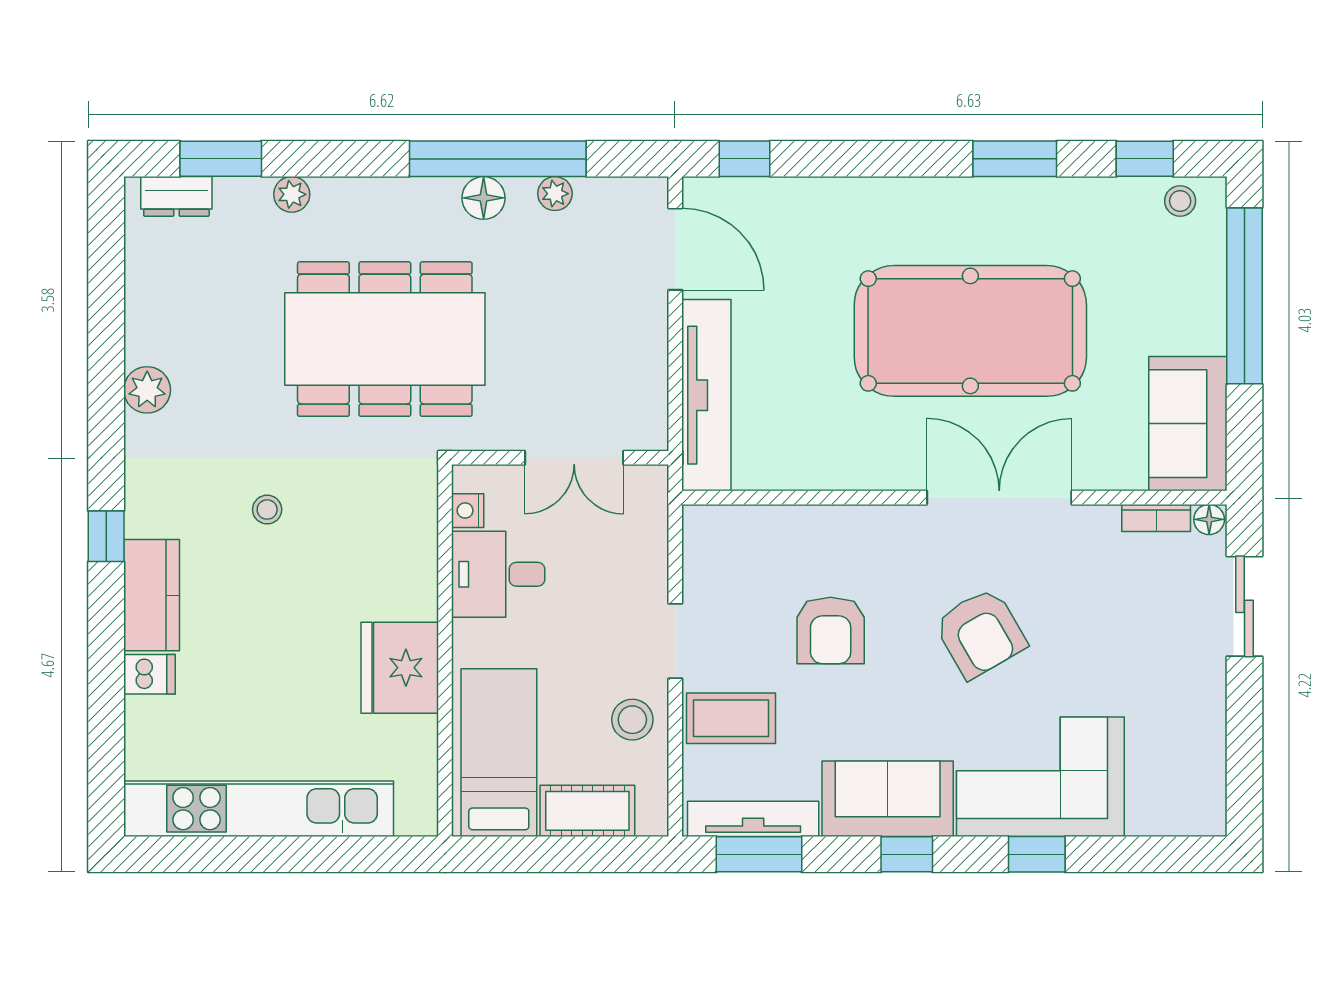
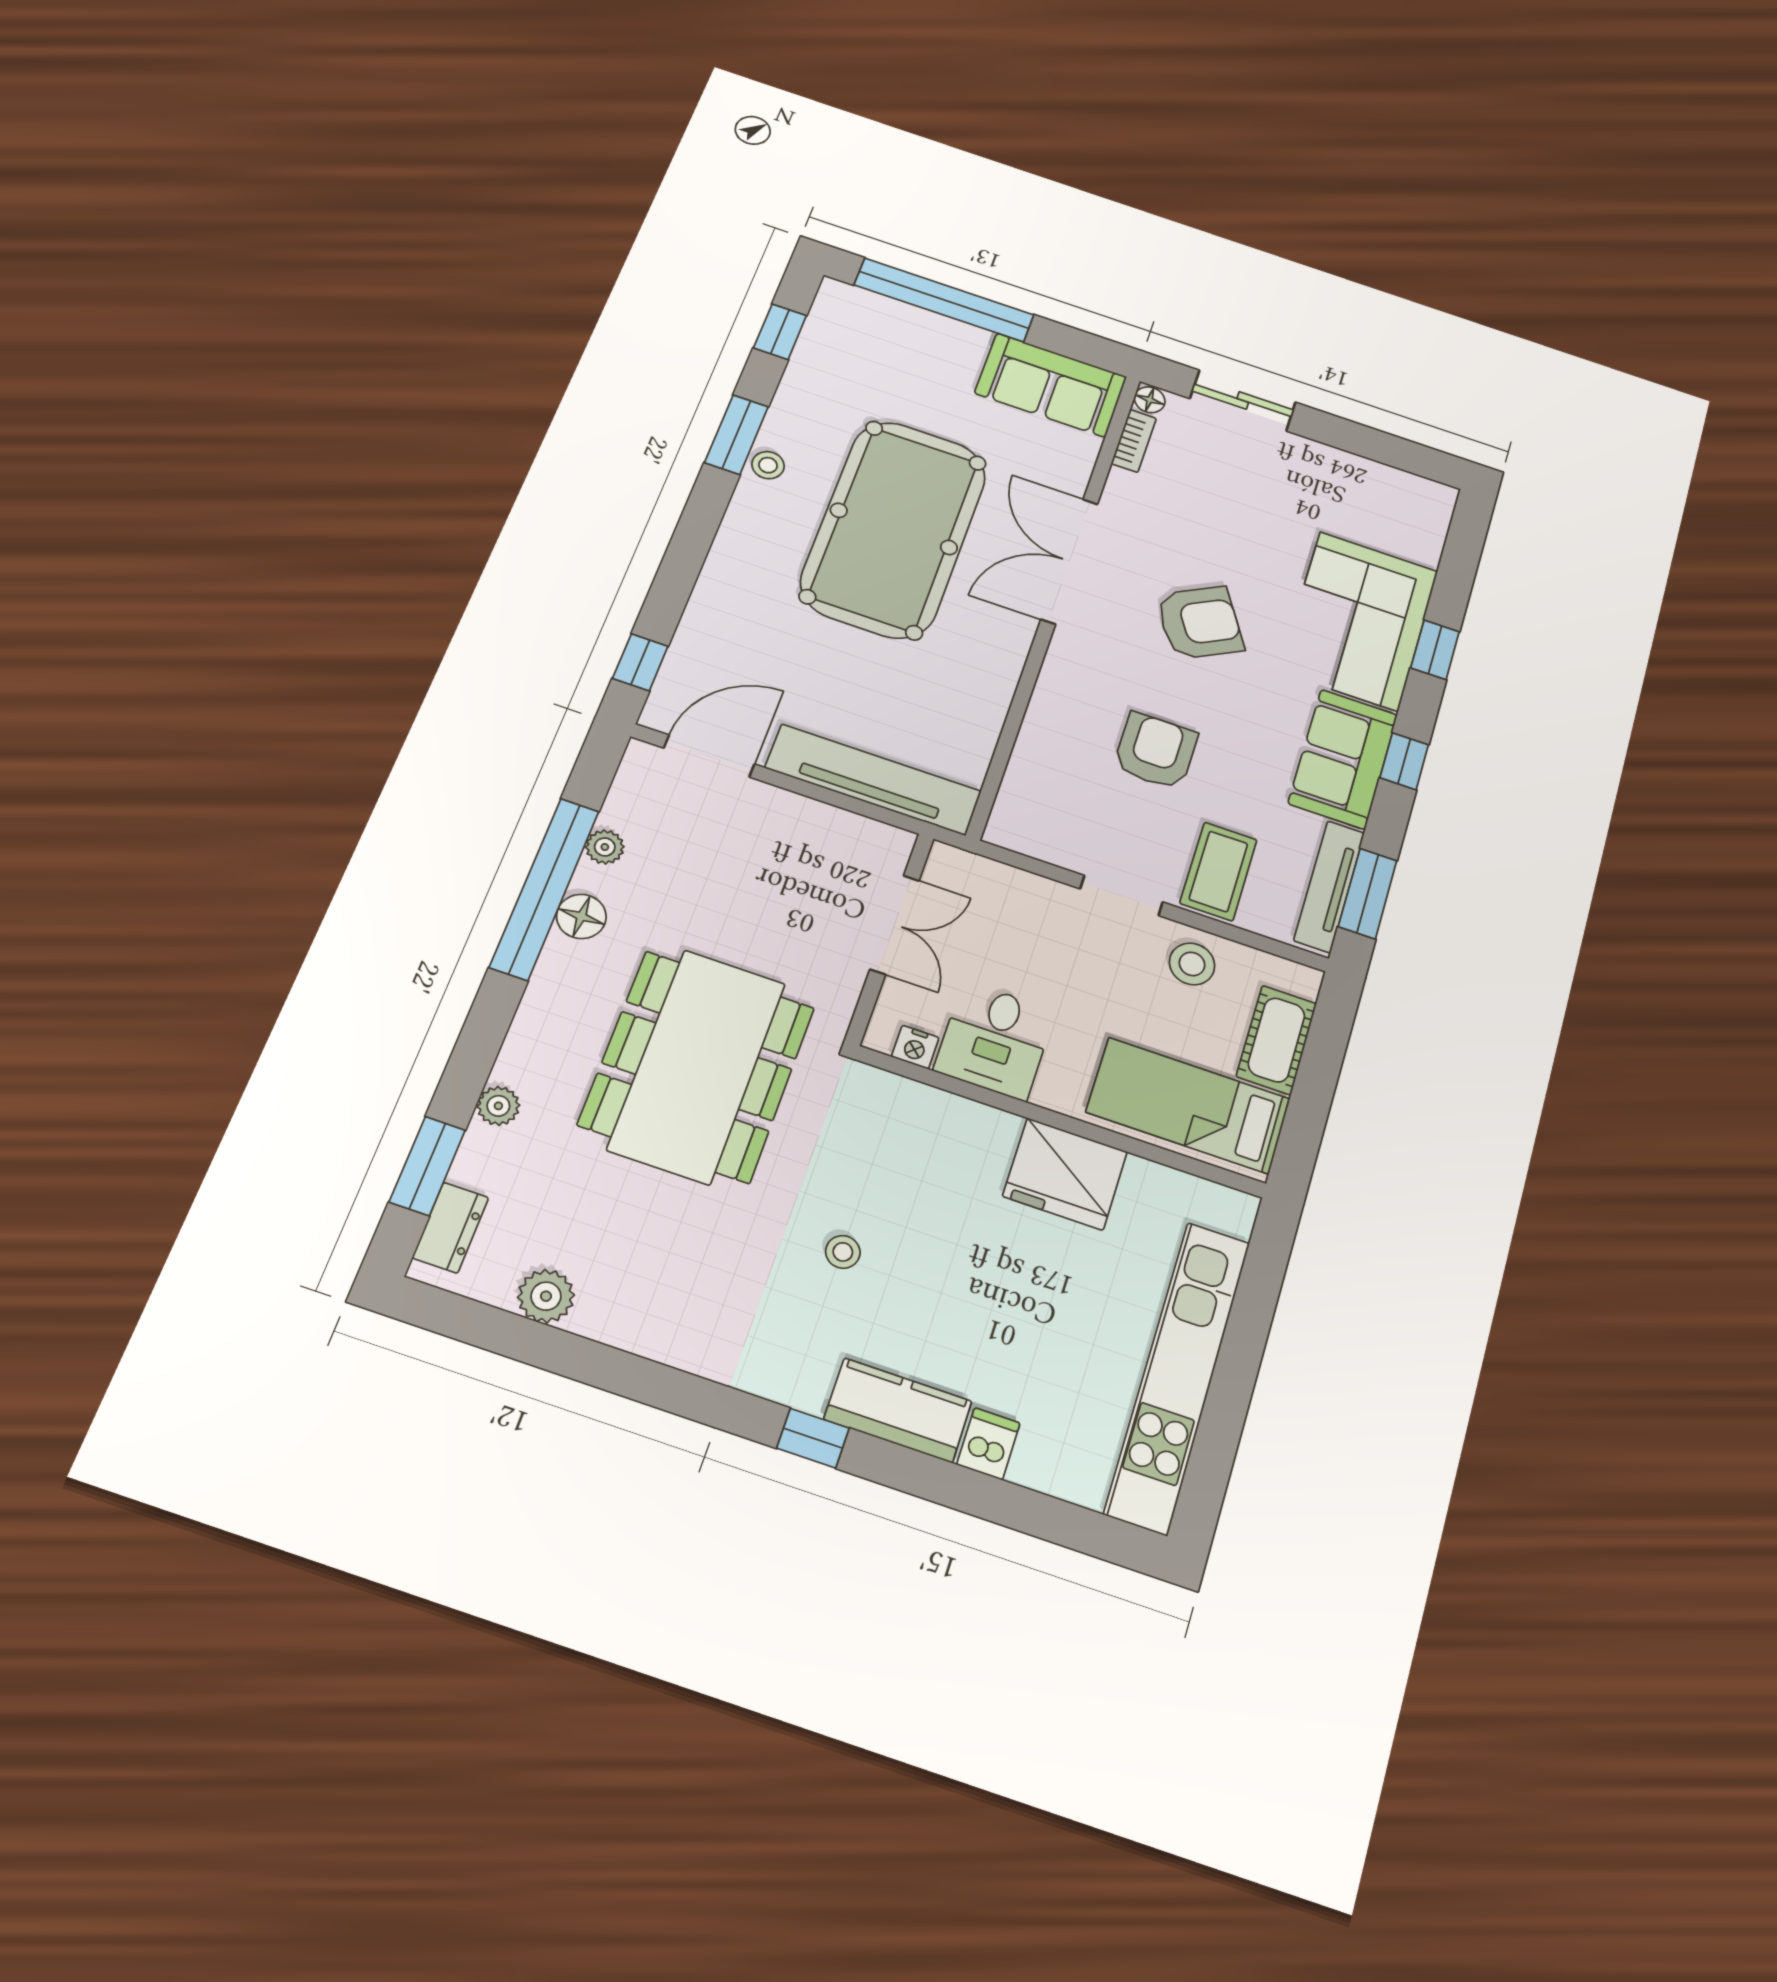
stool: (1180, 201) -> (768, 465), moved
plant: (147, 390) -> (546, 1296), moved
armchair: (831, 630) -> (1156, 751), turned -90

